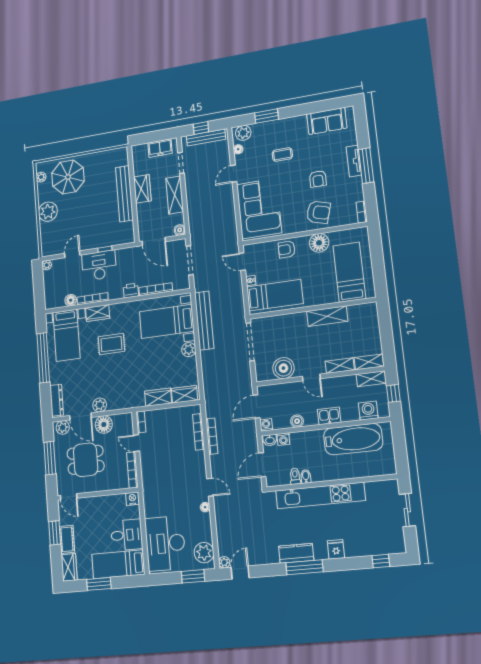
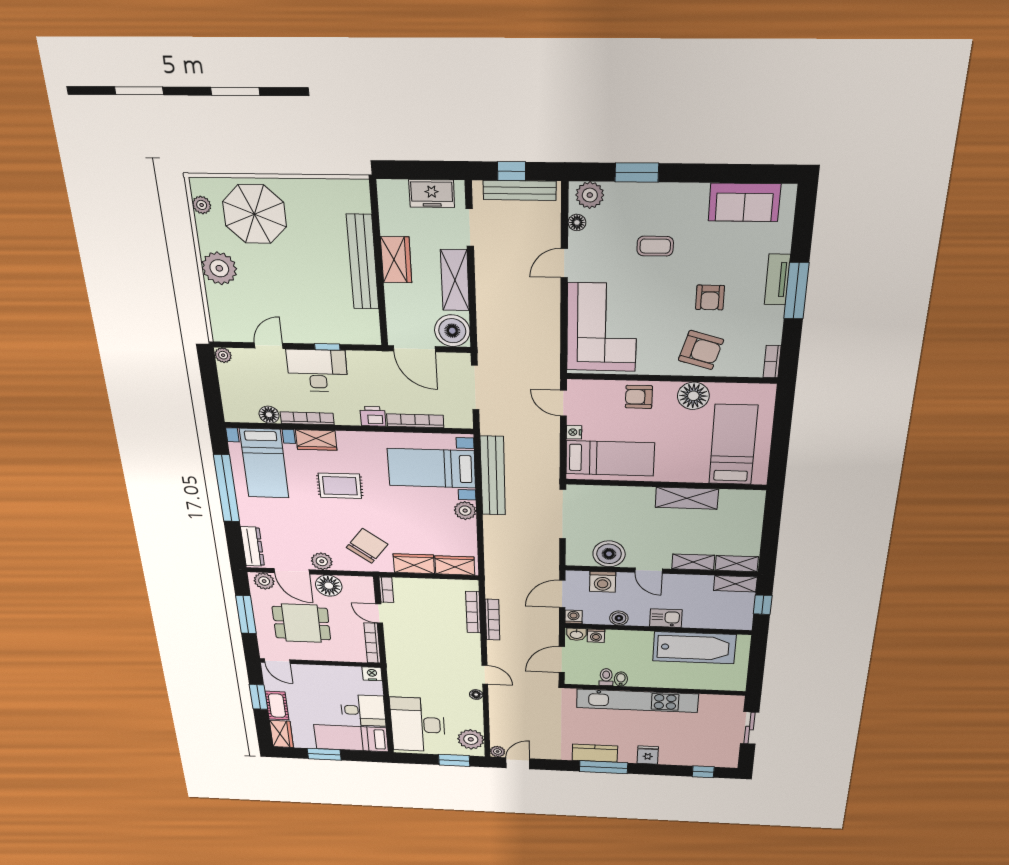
boiler: (180, 230) -> (452, 331), width x1.86, depth x1.86
chair: (128, 388) -> (367, 546), added
washing machine: (368, 411) -> (603, 582), moved, turned 180

